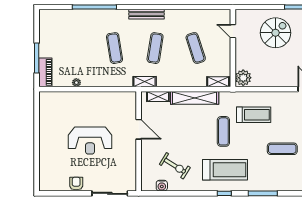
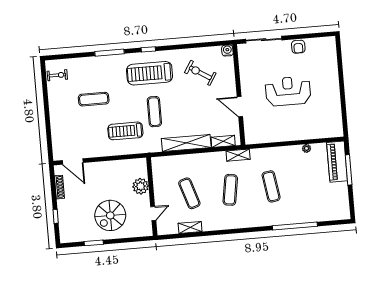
bench: (147, 14) -> (242, 223), removed
door: (233, 31) -> (153, 214), hinge flipped
piano: (45, 72) -> (337, 162), width x1.37, depth x1.33
plant: (243, 78) -> (141, 186), moved
shelving: (218, 82) -> (190, 227), moved
water cooler: (162, 186) -> (227, 51), moved

